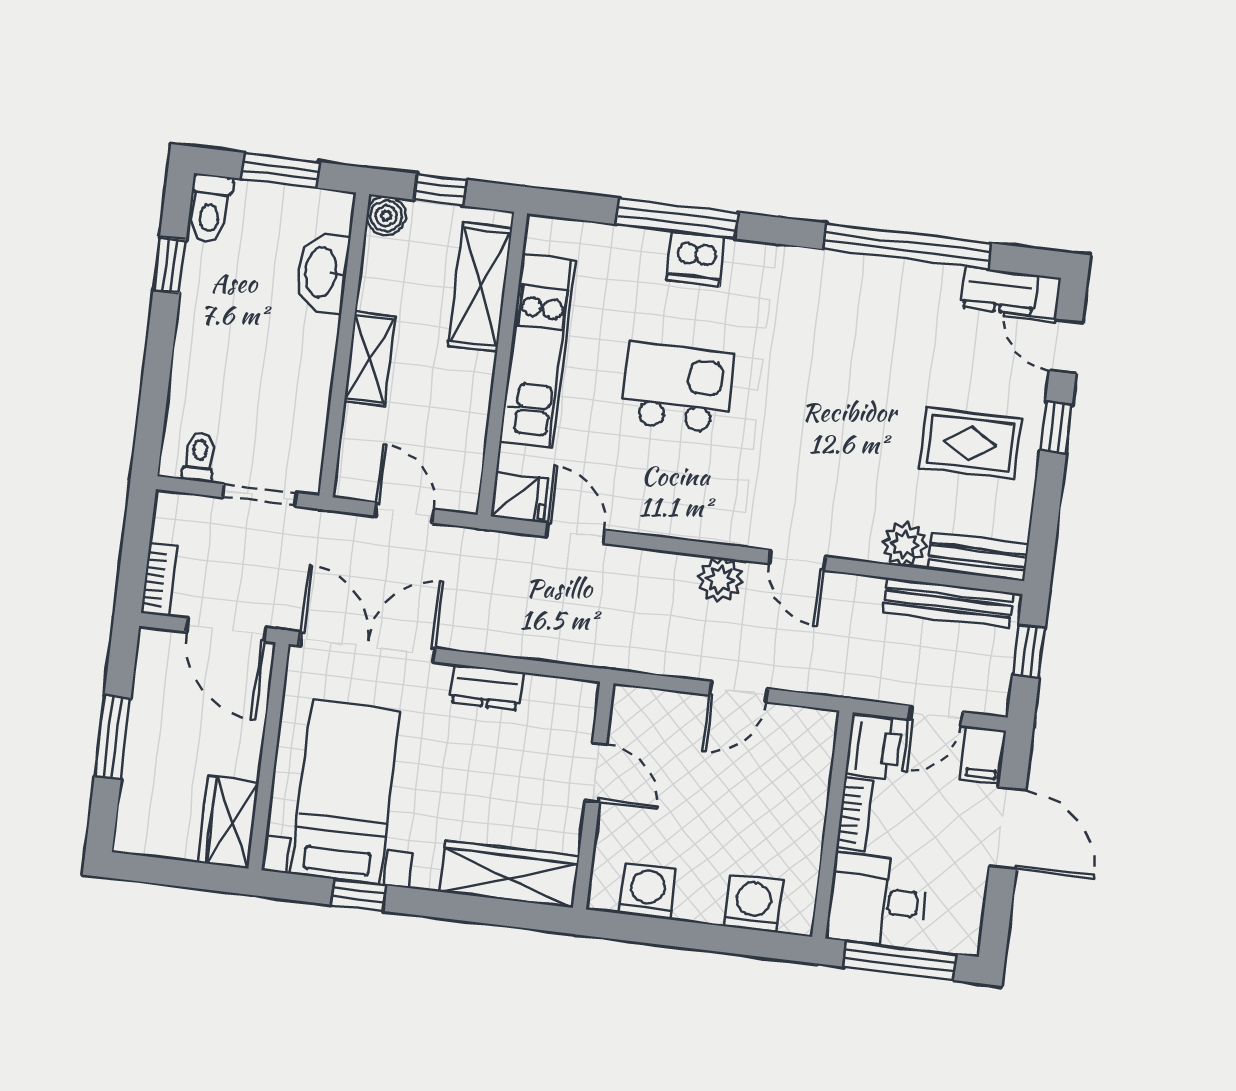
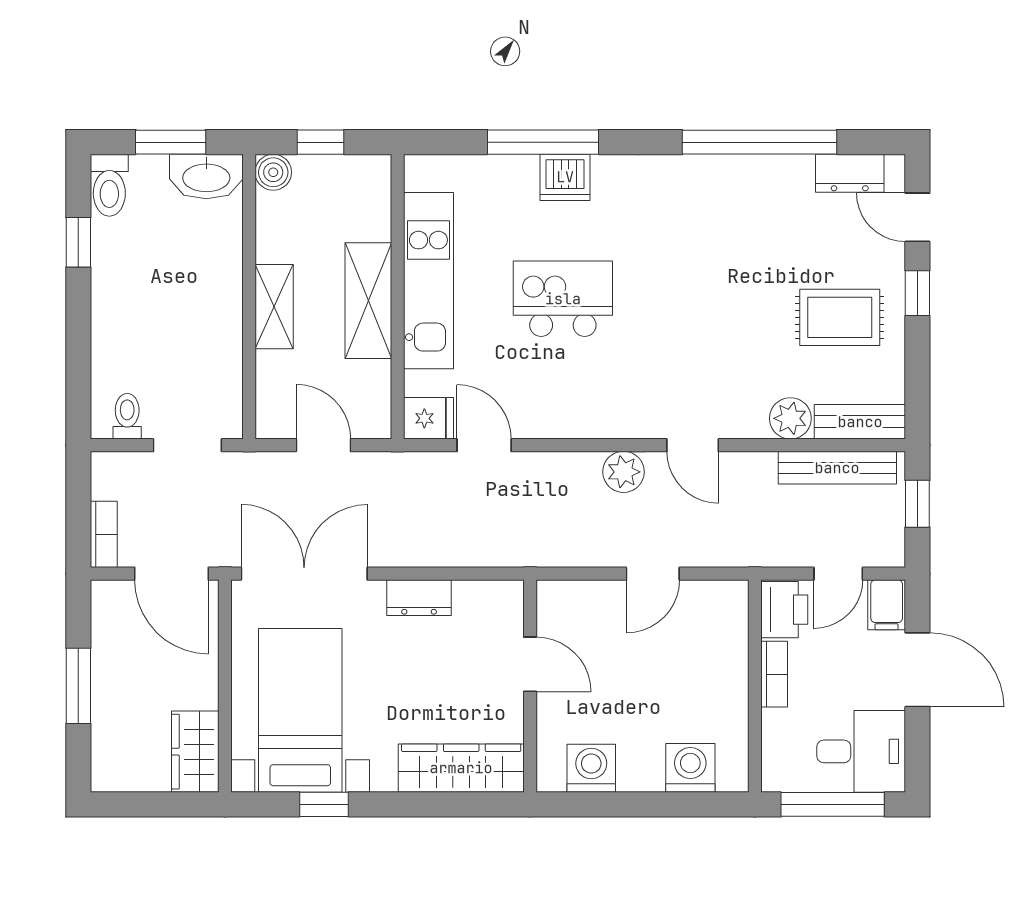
washbasin: (322, 272) -> (206, 177), moved, turned -90
shelving: (480, 287) -> (368, 301), moved
desk: (877, 901) -> (861, 751), moved, turned 180

